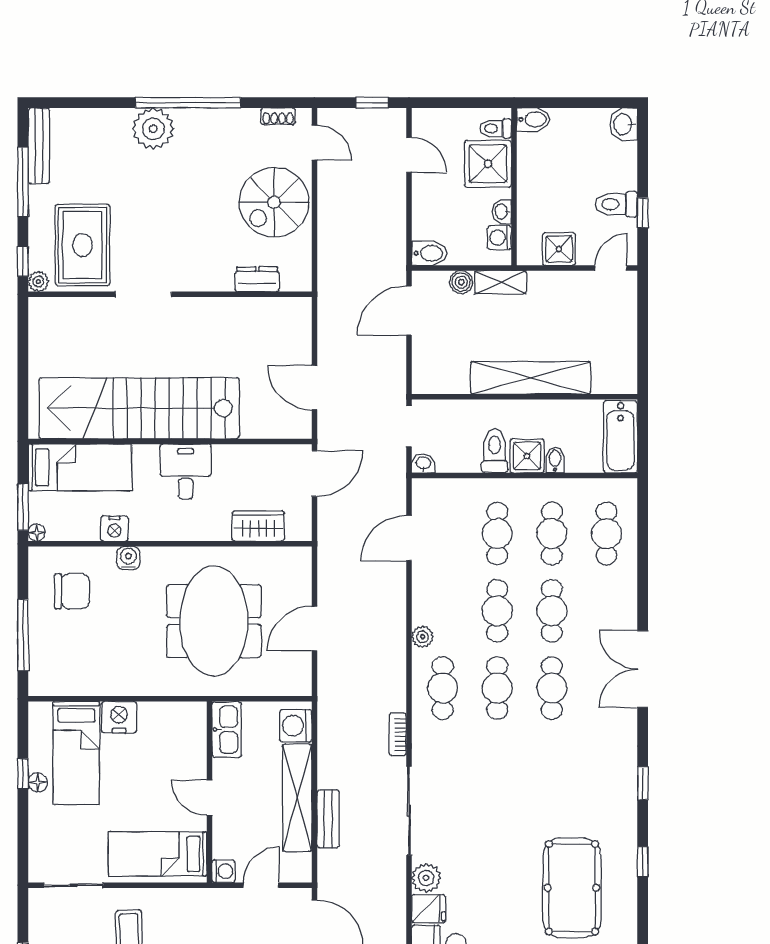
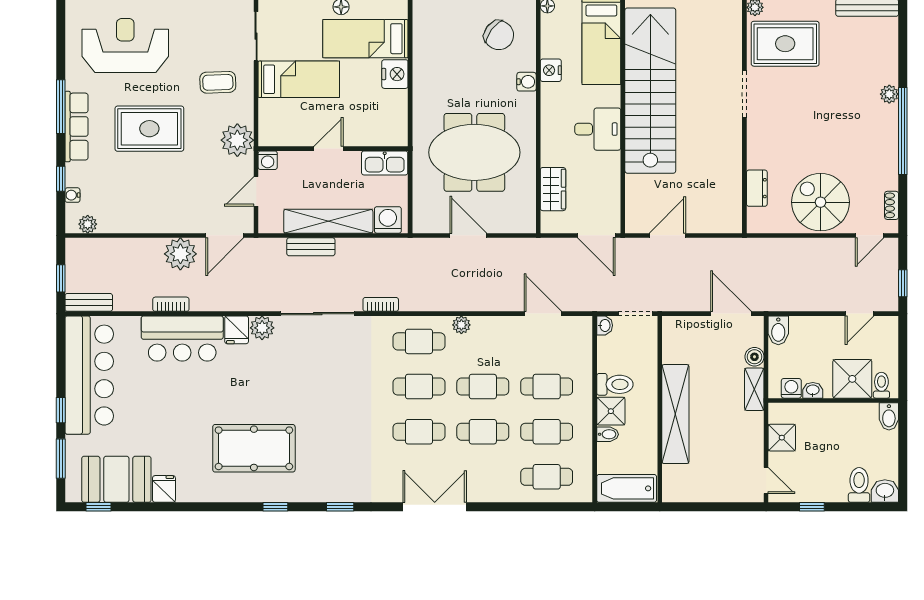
plant: (153, 129) -> (889, 94), width x0.53, depth x0.53
toilet: (616, 204) -> (859, 485), moved
chair: (72, 591) -> (499, 35), turned -53
bed: (158, 854) -> (299, 79), moved, turned 90
door: (261, 885) -> (256, 191), swing flipped
plant: (199, 908) -> (237, 140), added

